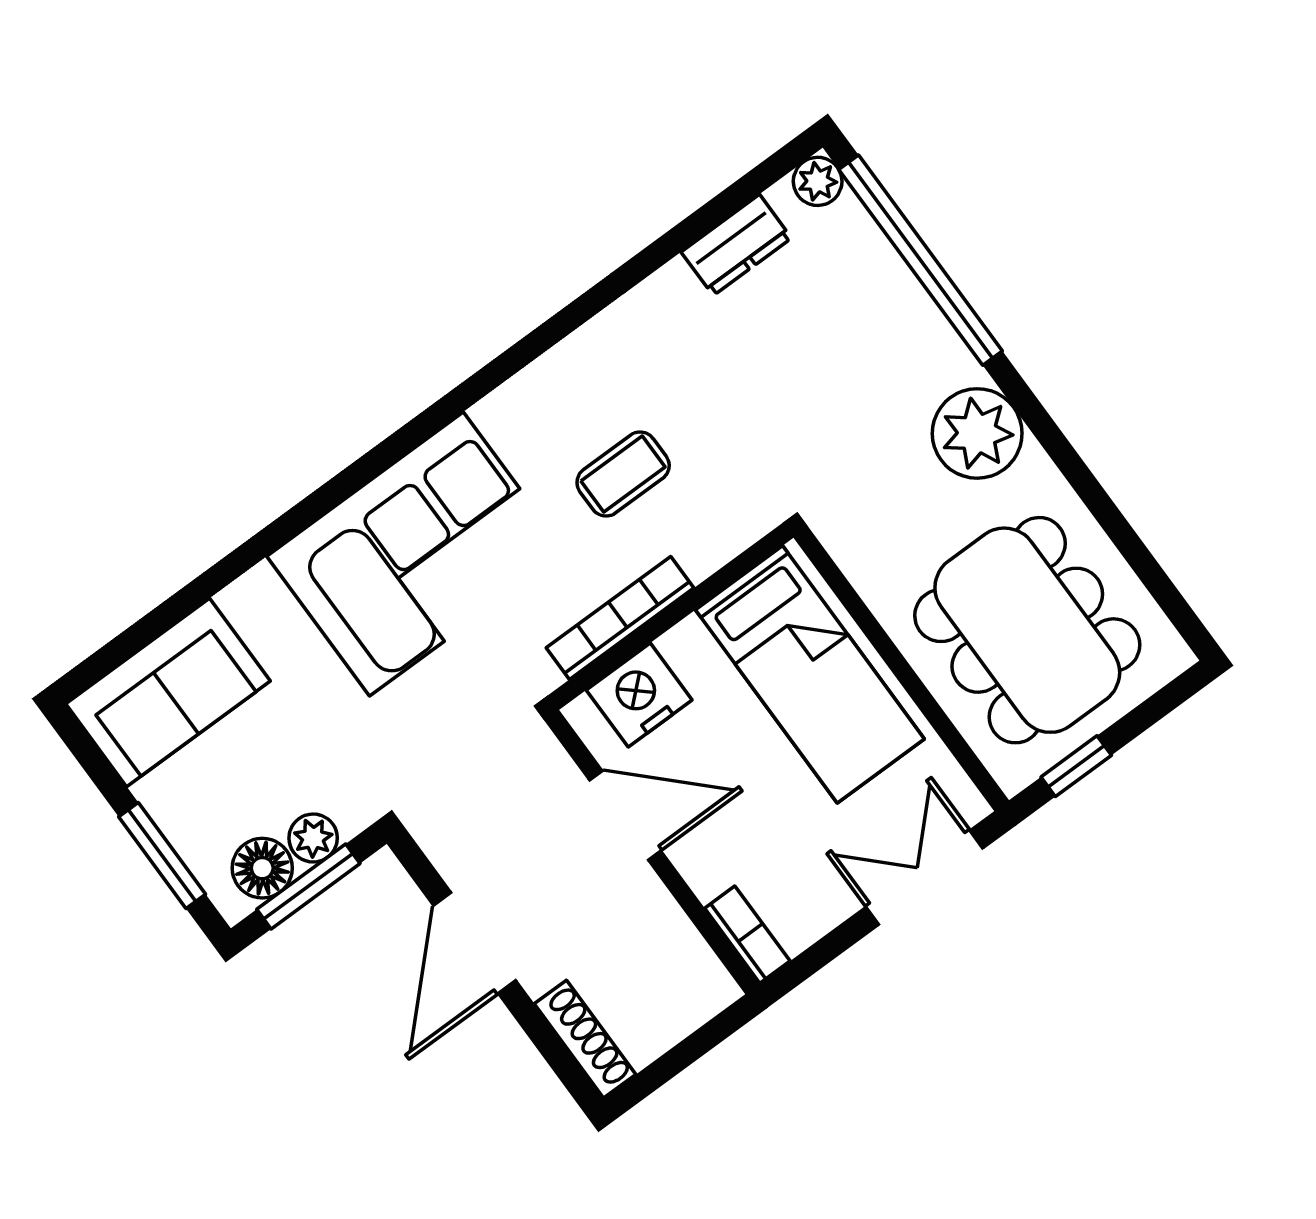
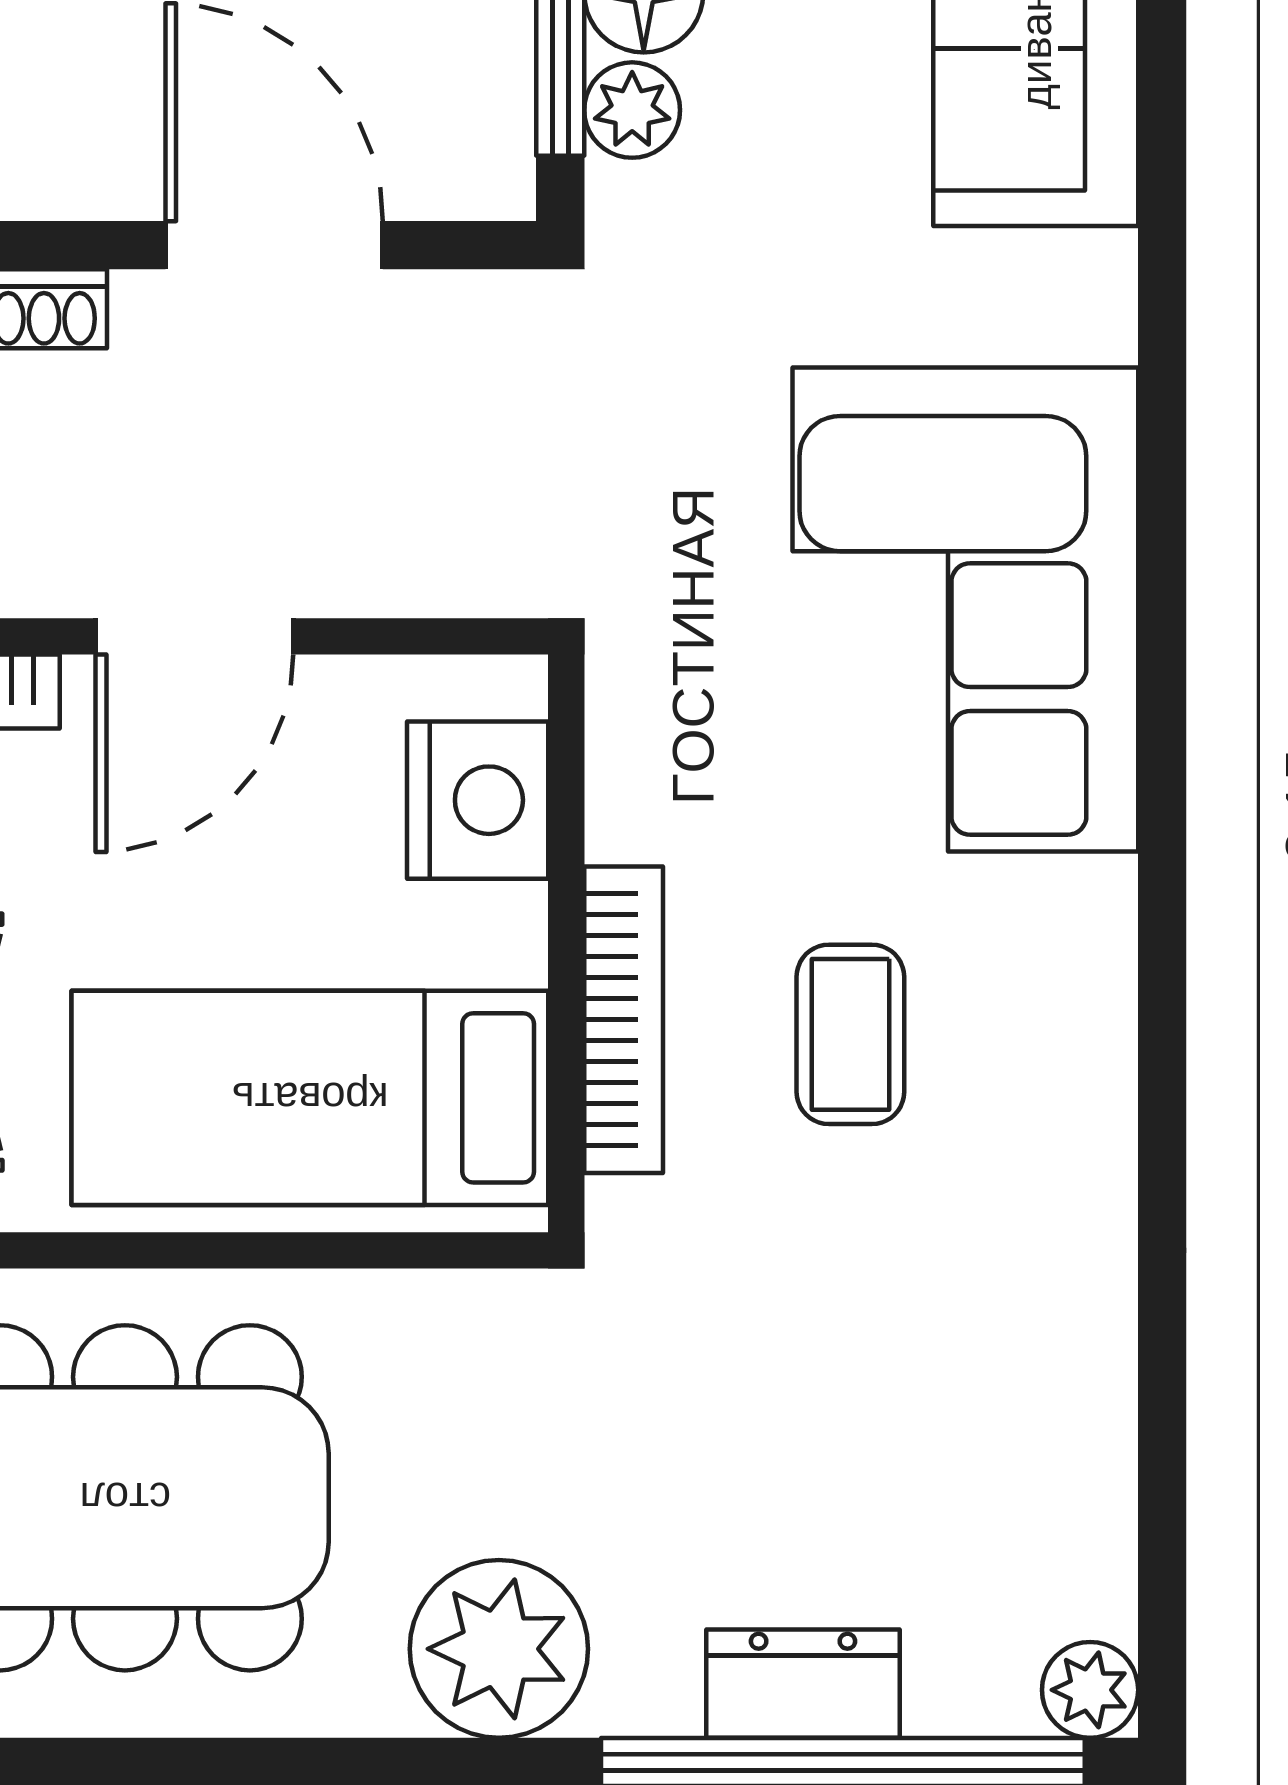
dresser: (736, 245) -> (803, 1684), moved, turned 90
bookcase: (620, 618) -> (624, 1020), moved
door: (625, 815) -> (194, 636), moved

